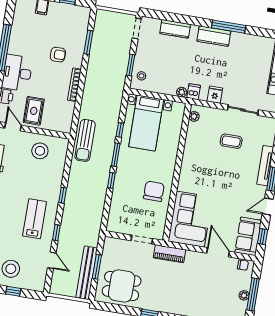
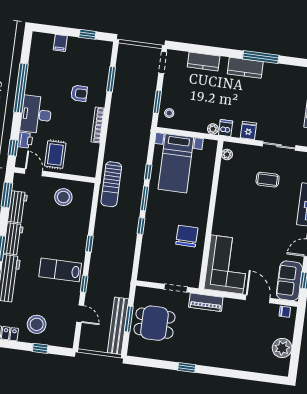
lab bench: (35, 219) -> (60, 270), turned -90
dining table: (122, 286) -> (154, 323), moved
window: (253, 294) -> (297, 343), removed
plant: (244, 295) -> (282, 348), width x1.88, depth x1.88

